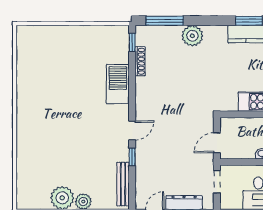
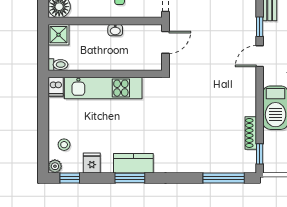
plant: (192, 36) -> (193, 161), removed

